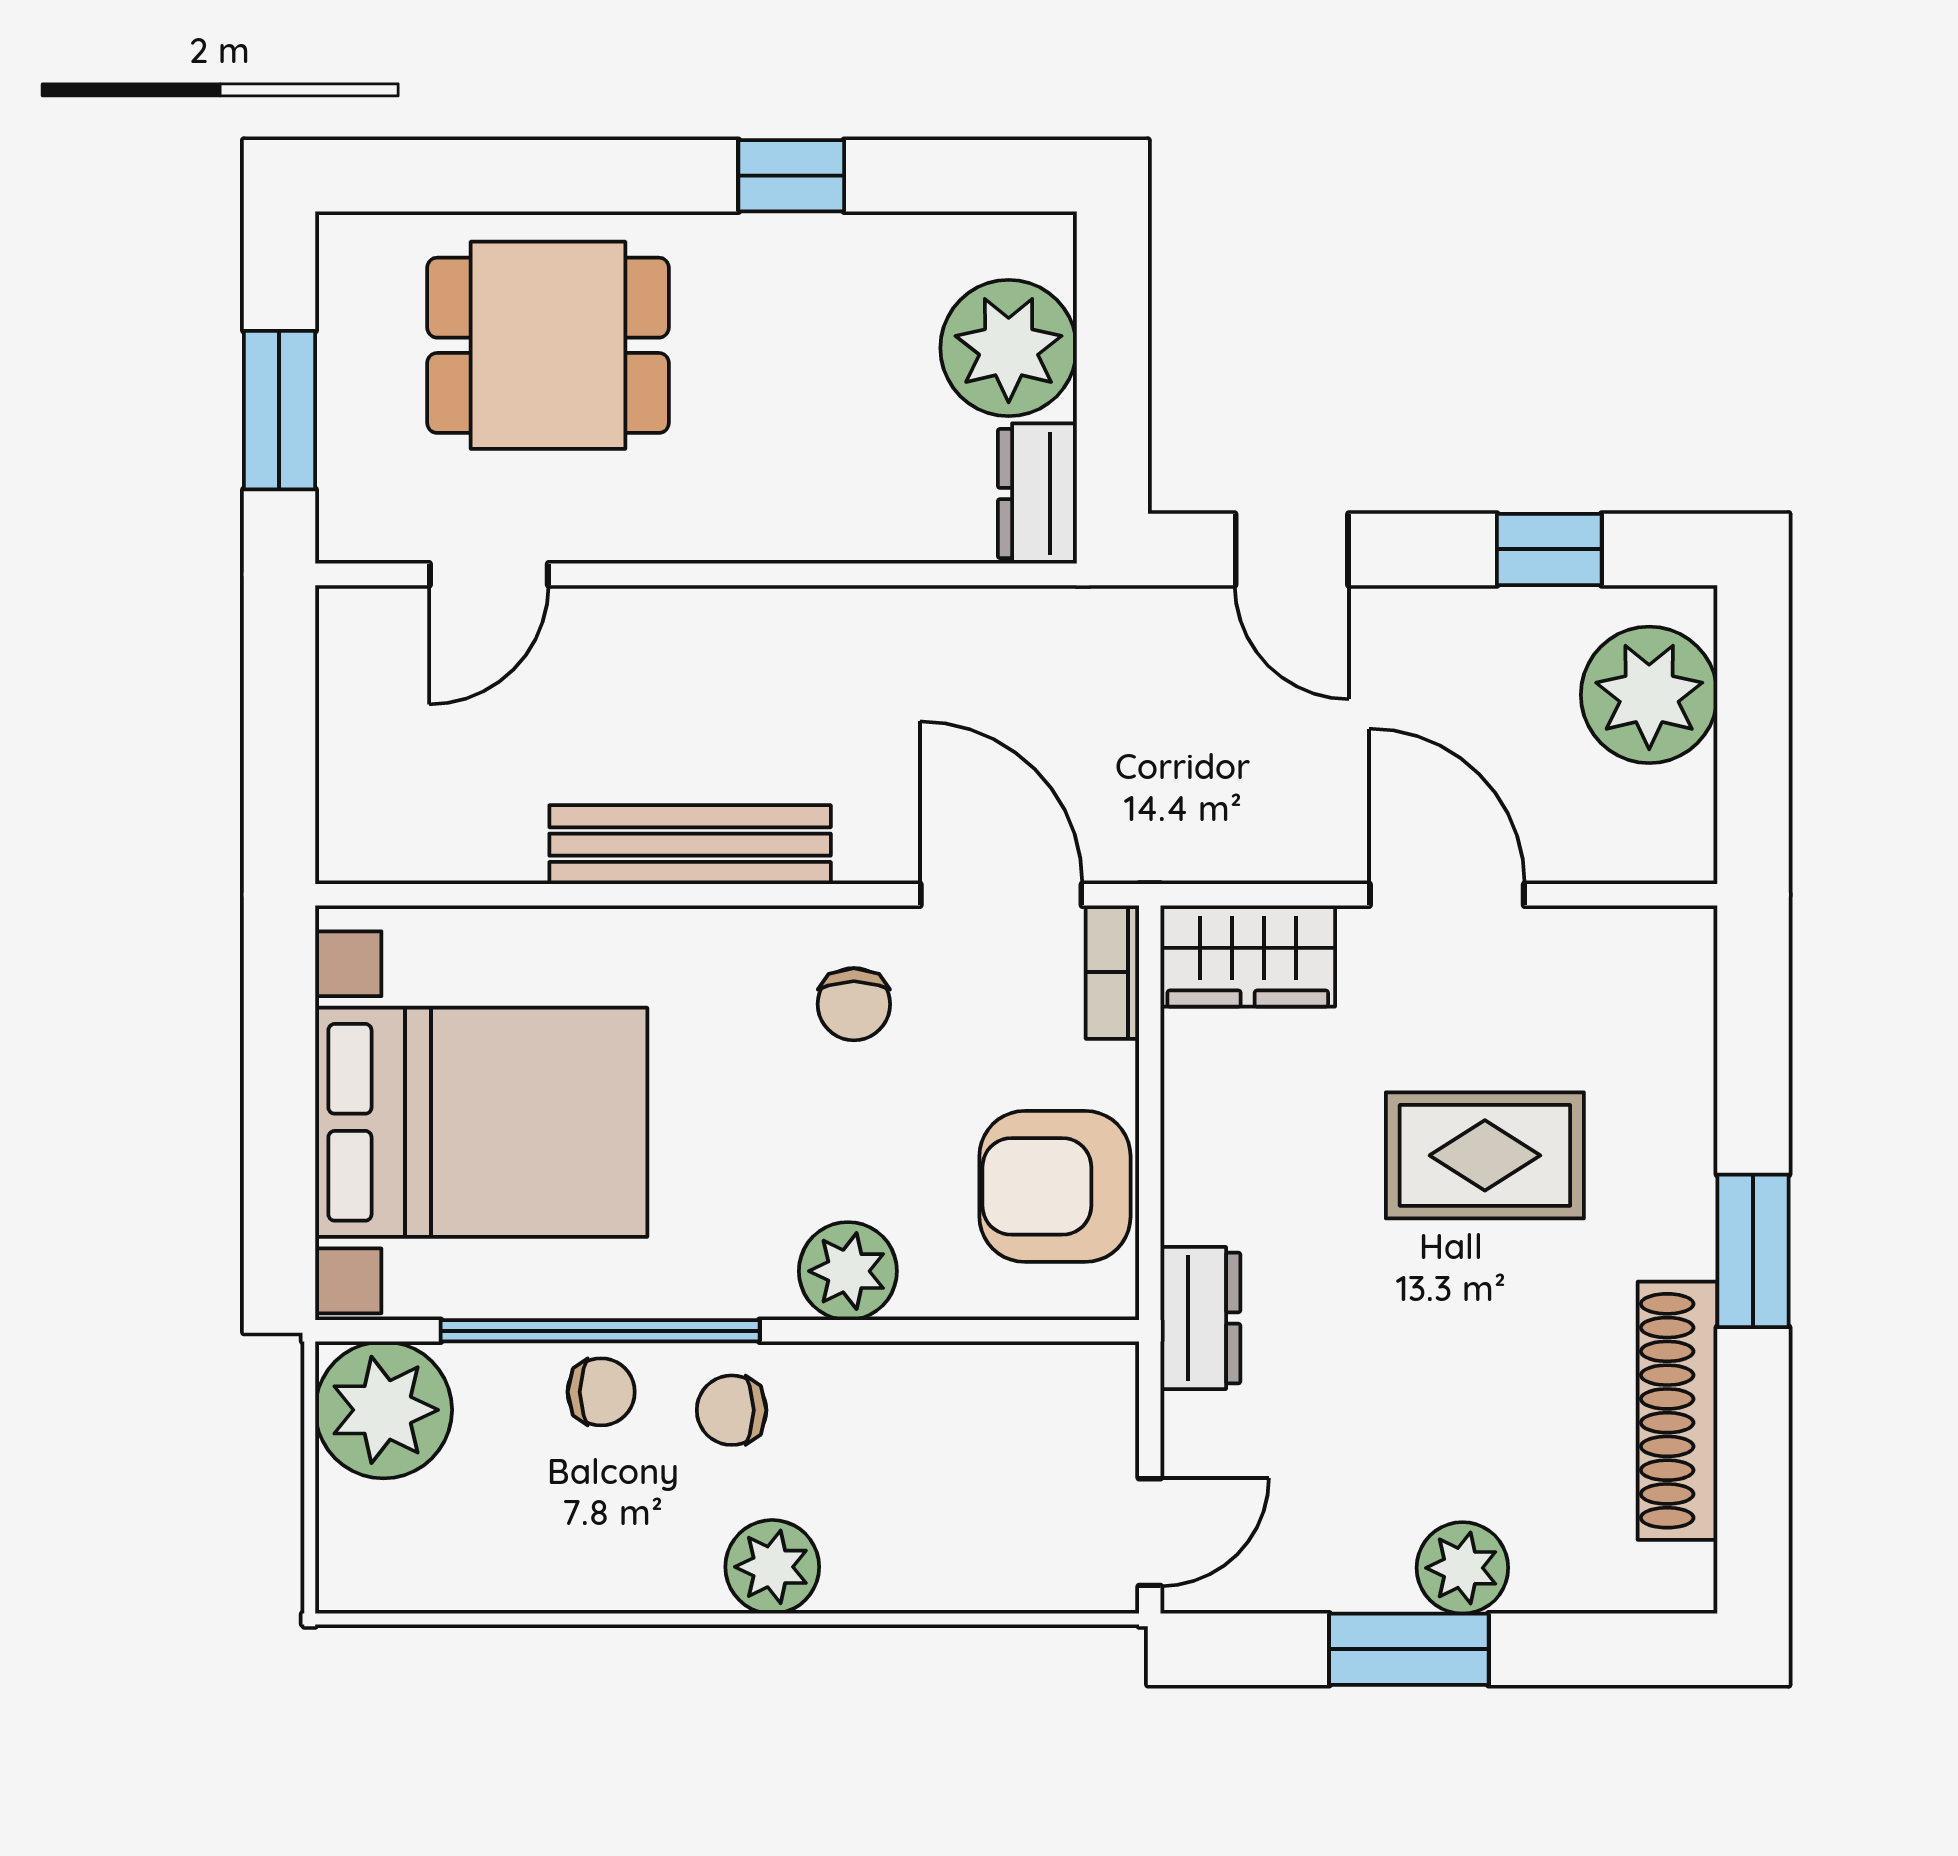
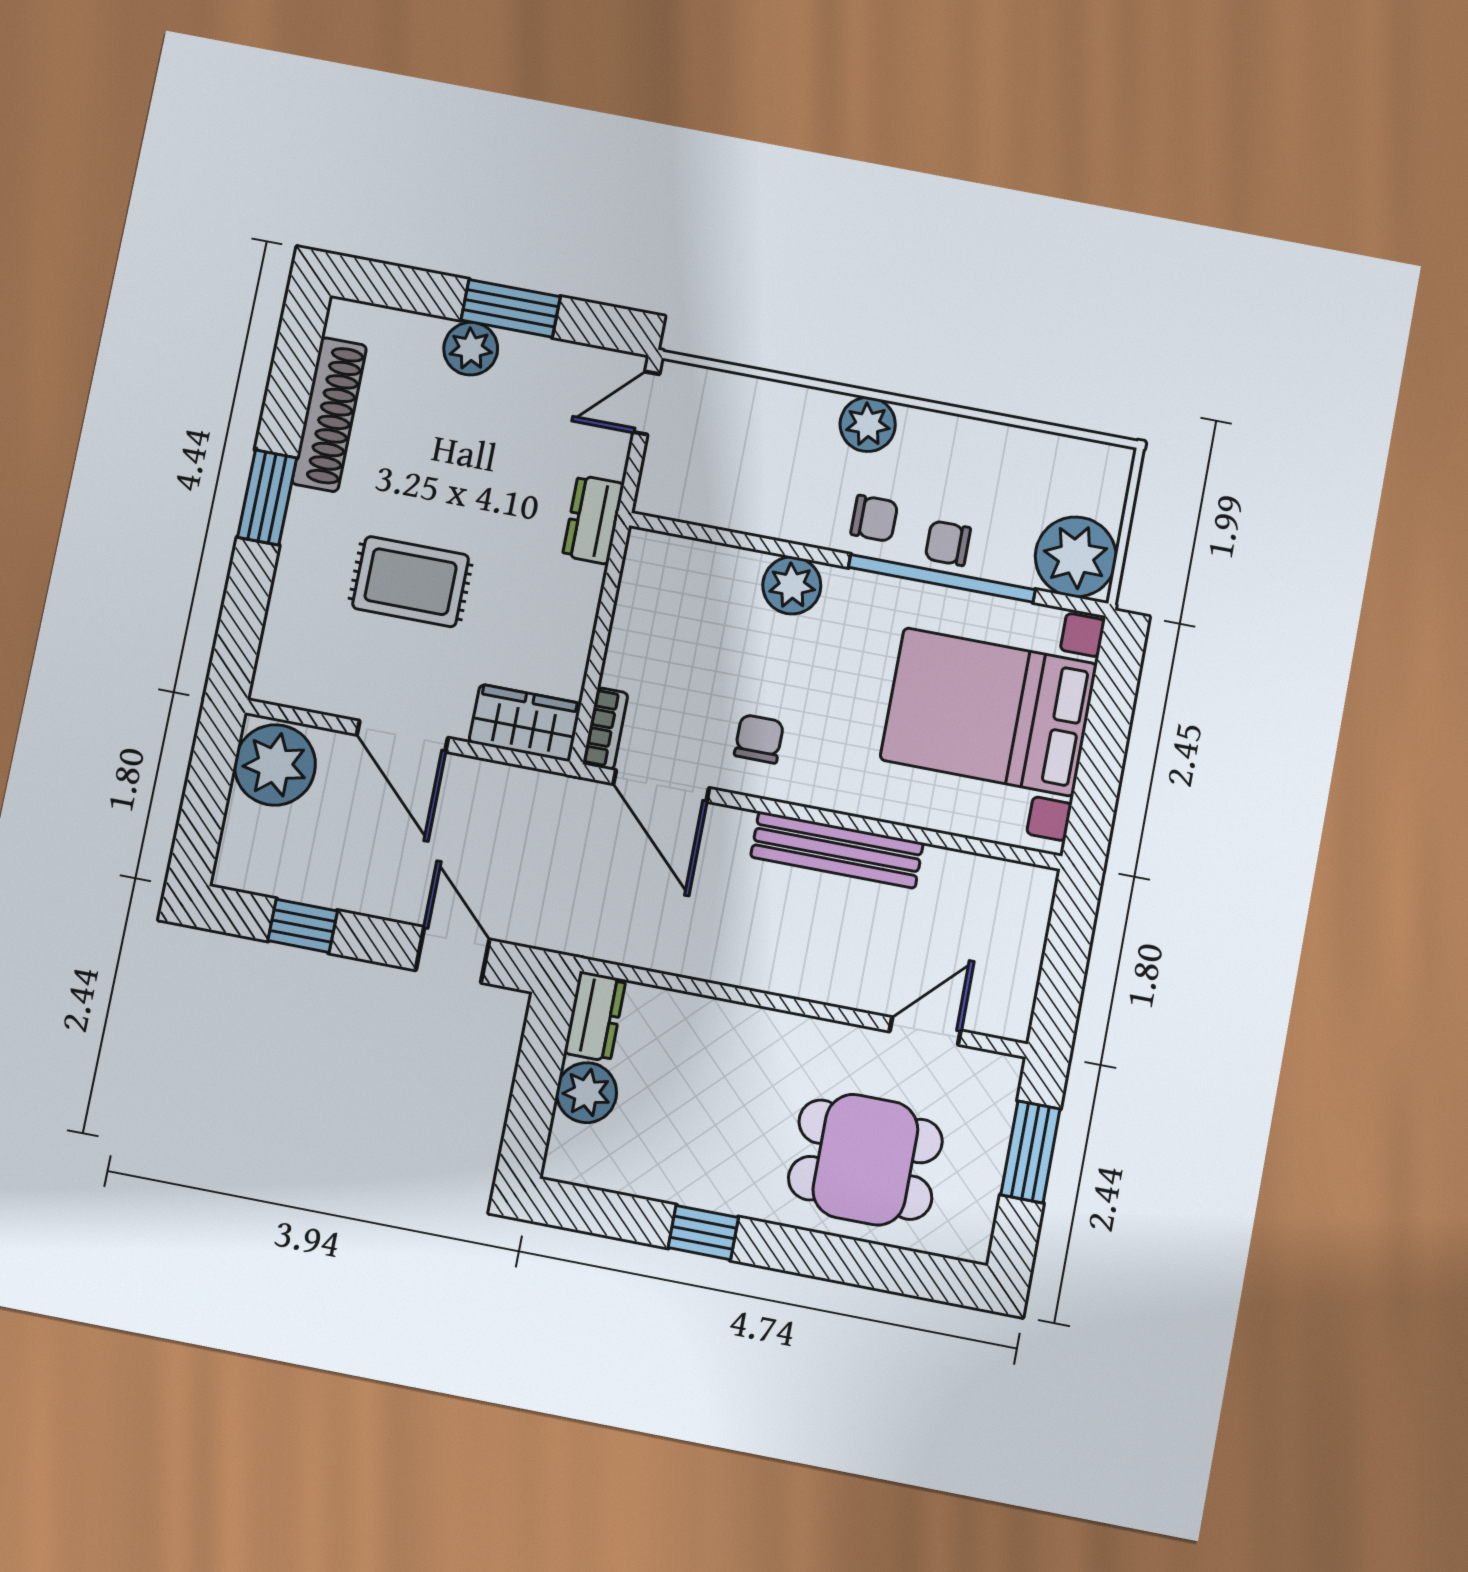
plant: (1009, 348) -> (587, 1093), width x0.73, depth x0.73
plant: (1649, 695) -> (275, 765), moved
armchair: (1055, 1186) -> (663, 611), removed

